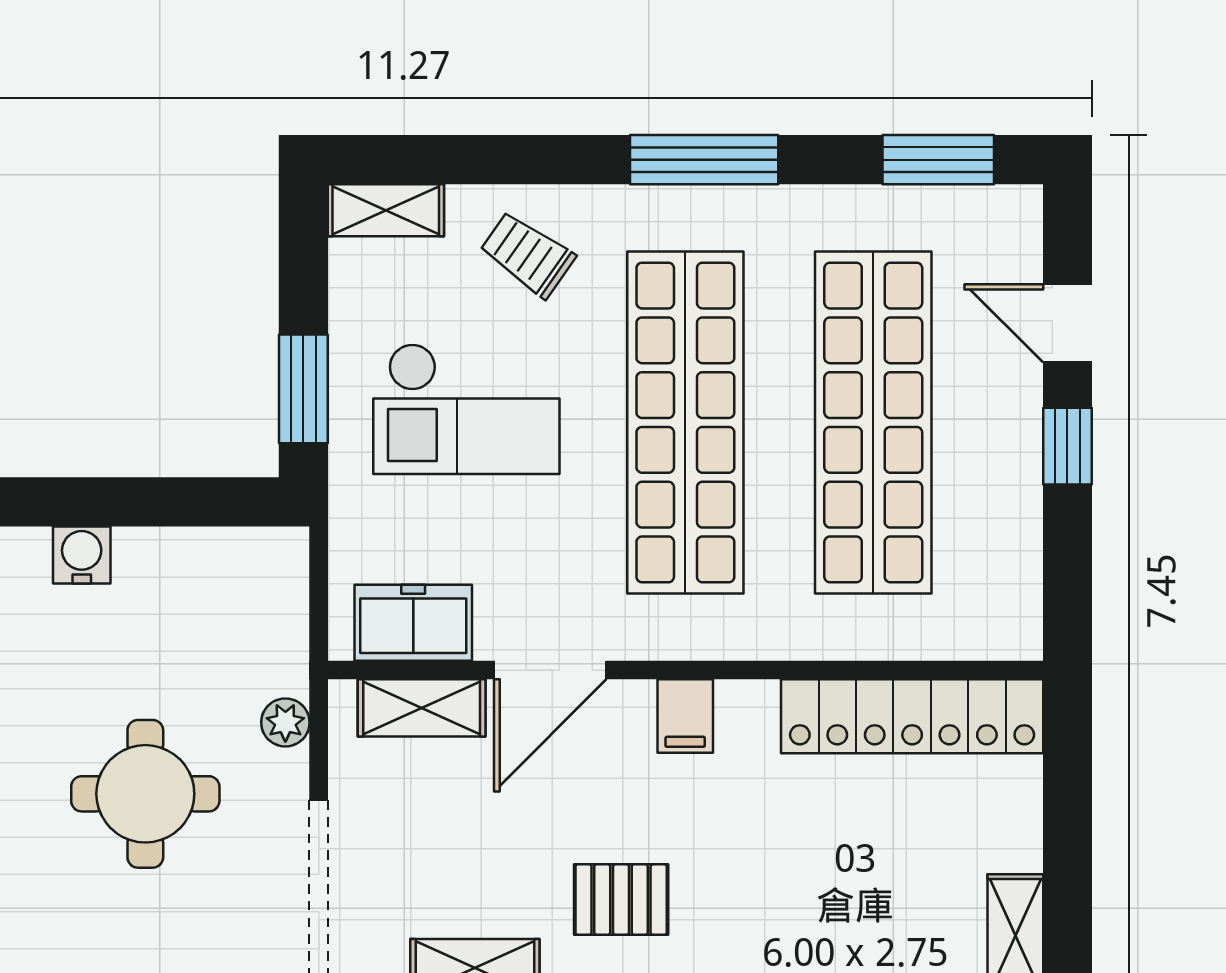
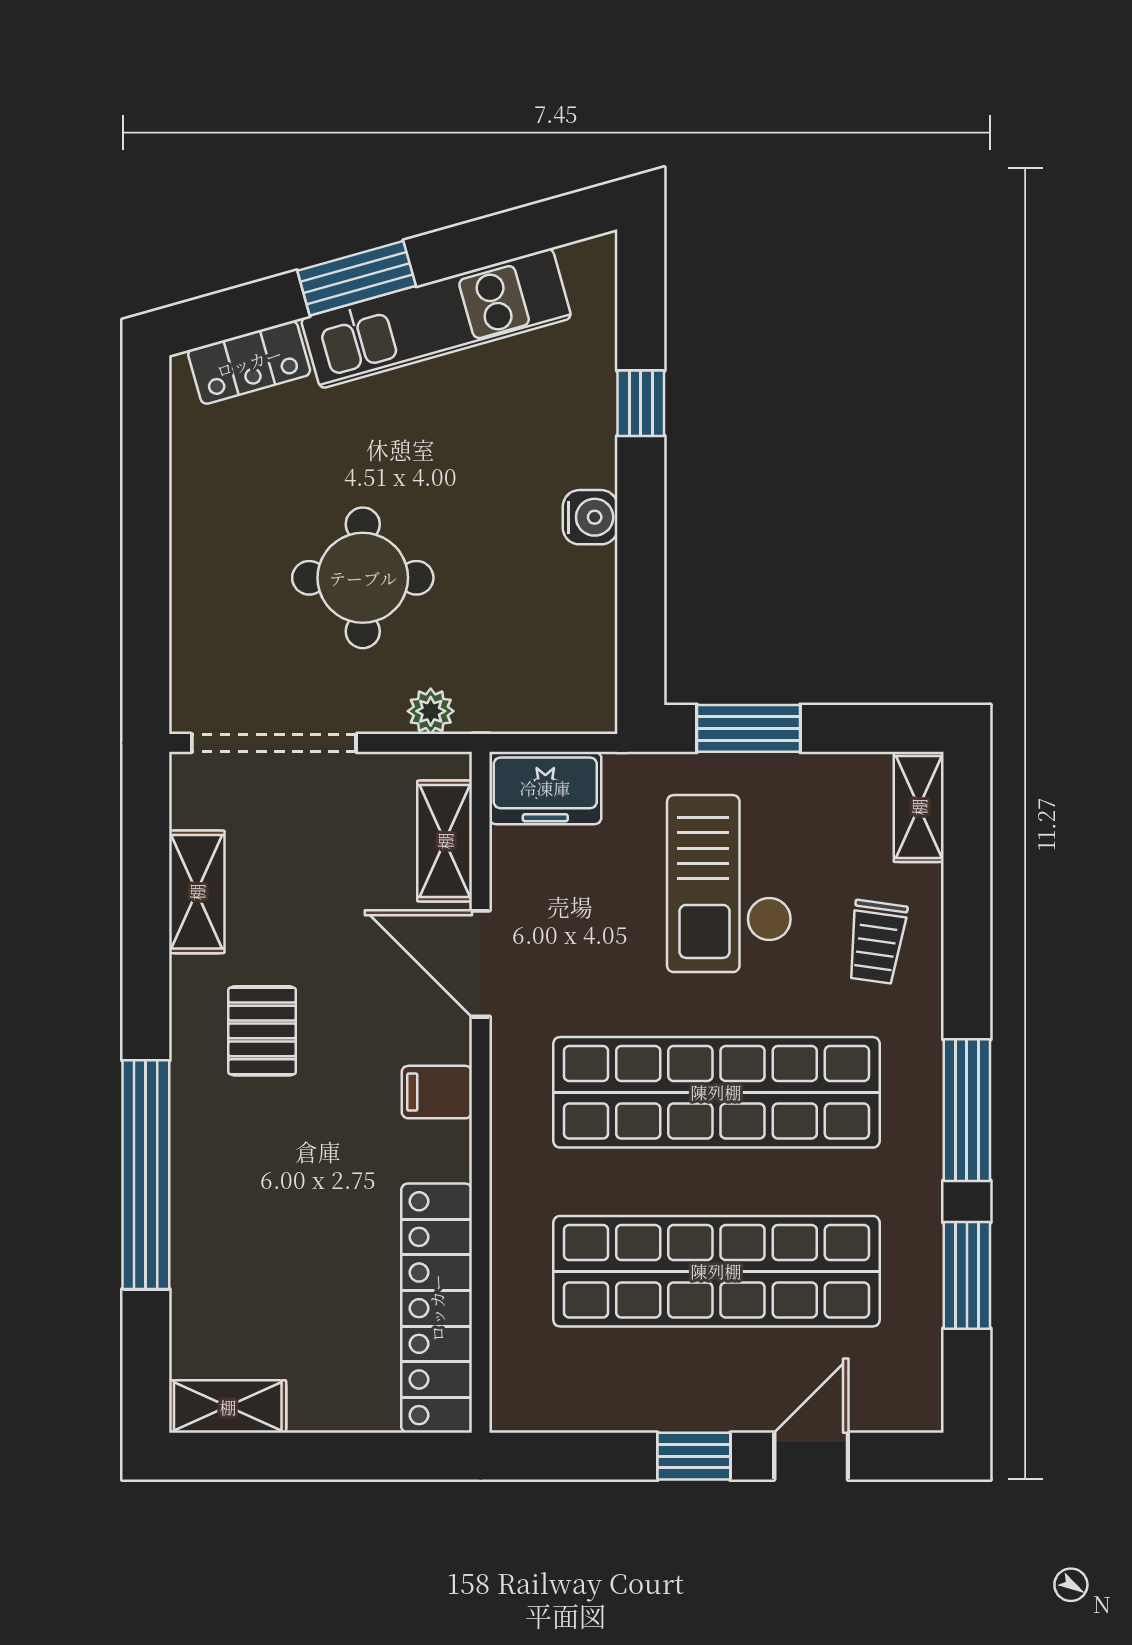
window: (938, 160) -> (967, 1275), moved
trolley: (528, 254) -> (877, 942), turned 153
freezer: (413, 623) -> (545, 788), moved, turned 90

